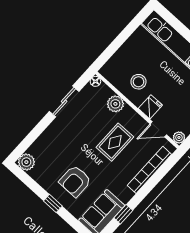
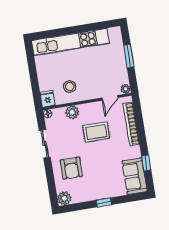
fridge: (150, 107) -> (48, 99), moved
rug: (115, 142) -> (96, 132), turned 90
armchair: (75, 181) -> (71, 168), moved

